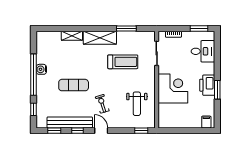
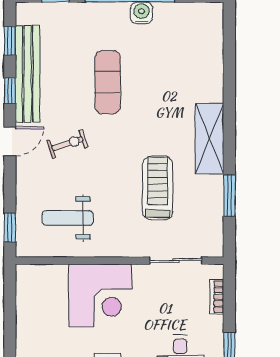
shelving: (72, 36) -> (214, 79), removed
treadmill: (123, 62) -> (158, 188), turned 180

